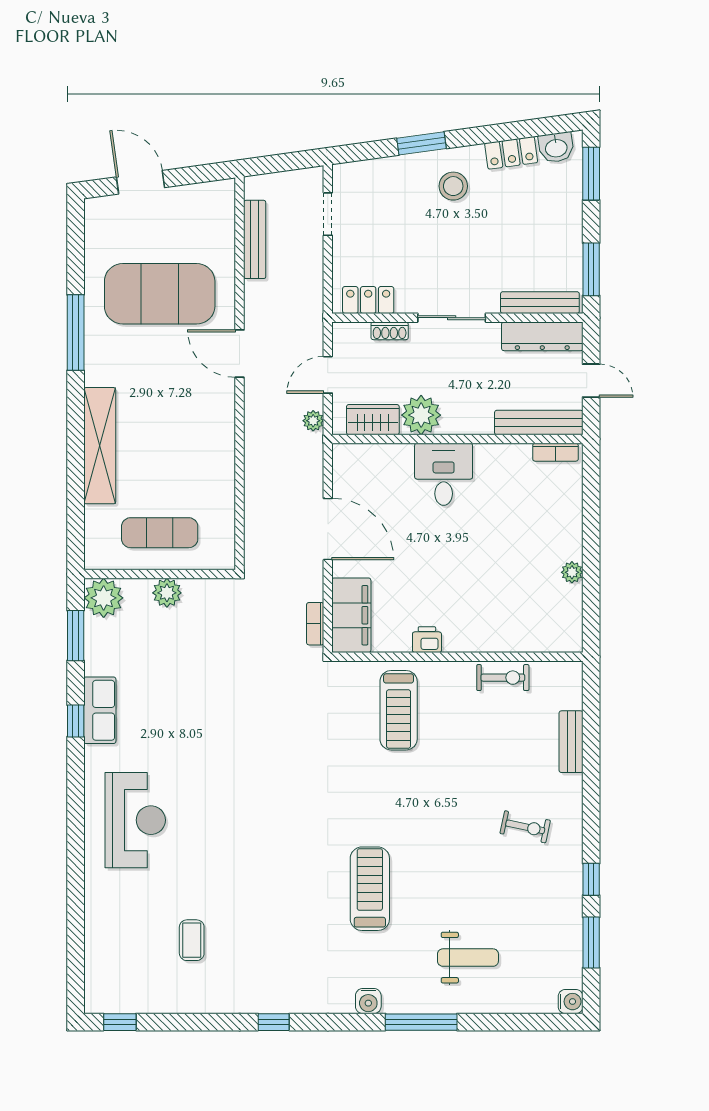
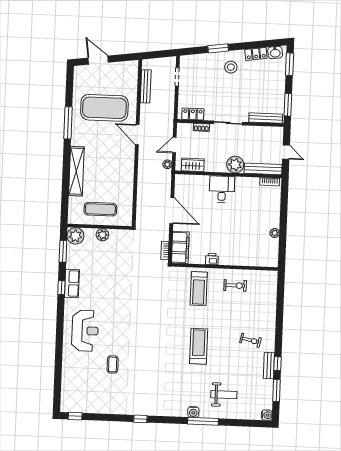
dresser: (542, 336) -> (266, 132), removed
plant: (421, 415) -> (235, 165), moved
exercise bike: (503, 678) -> (235, 285), moved
bench: (571, 742) -> (269, 366), moved
treadmill: (370, 889) -> (199, 346), moved
coffee table: (192, 940) -> (113, 364), moved
water cooler: (368, 1001) -> (193, 412), moved

